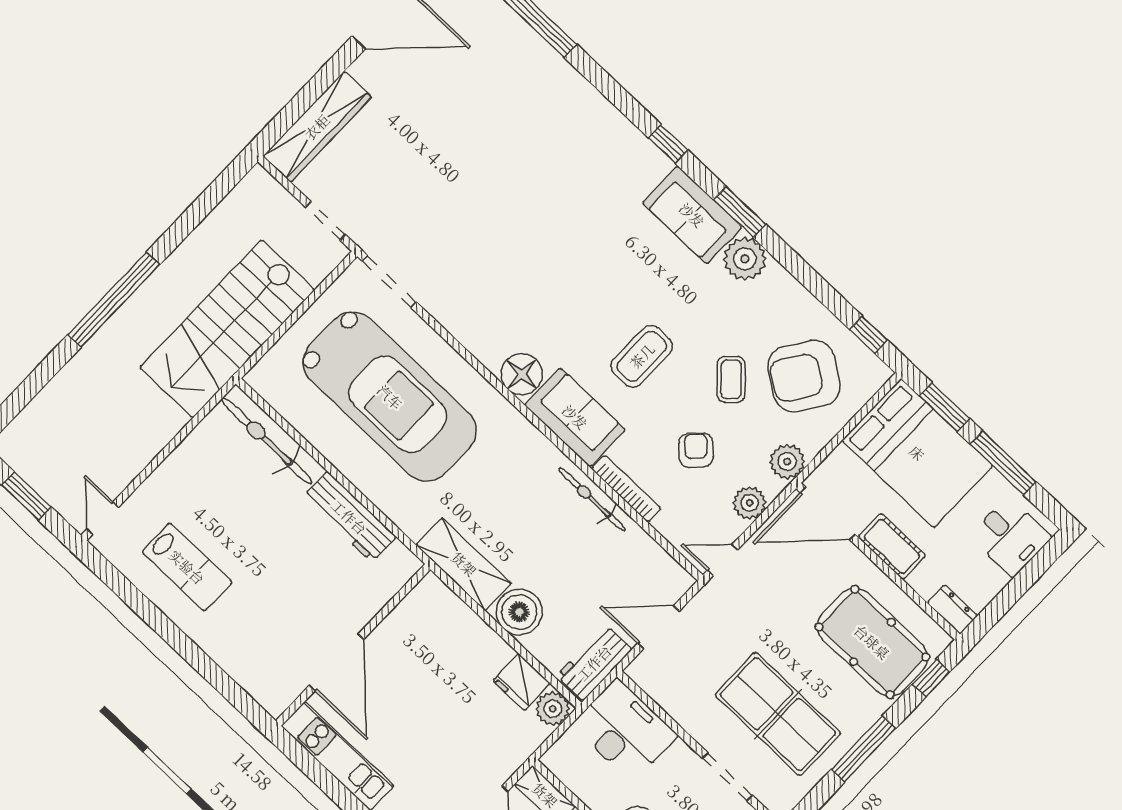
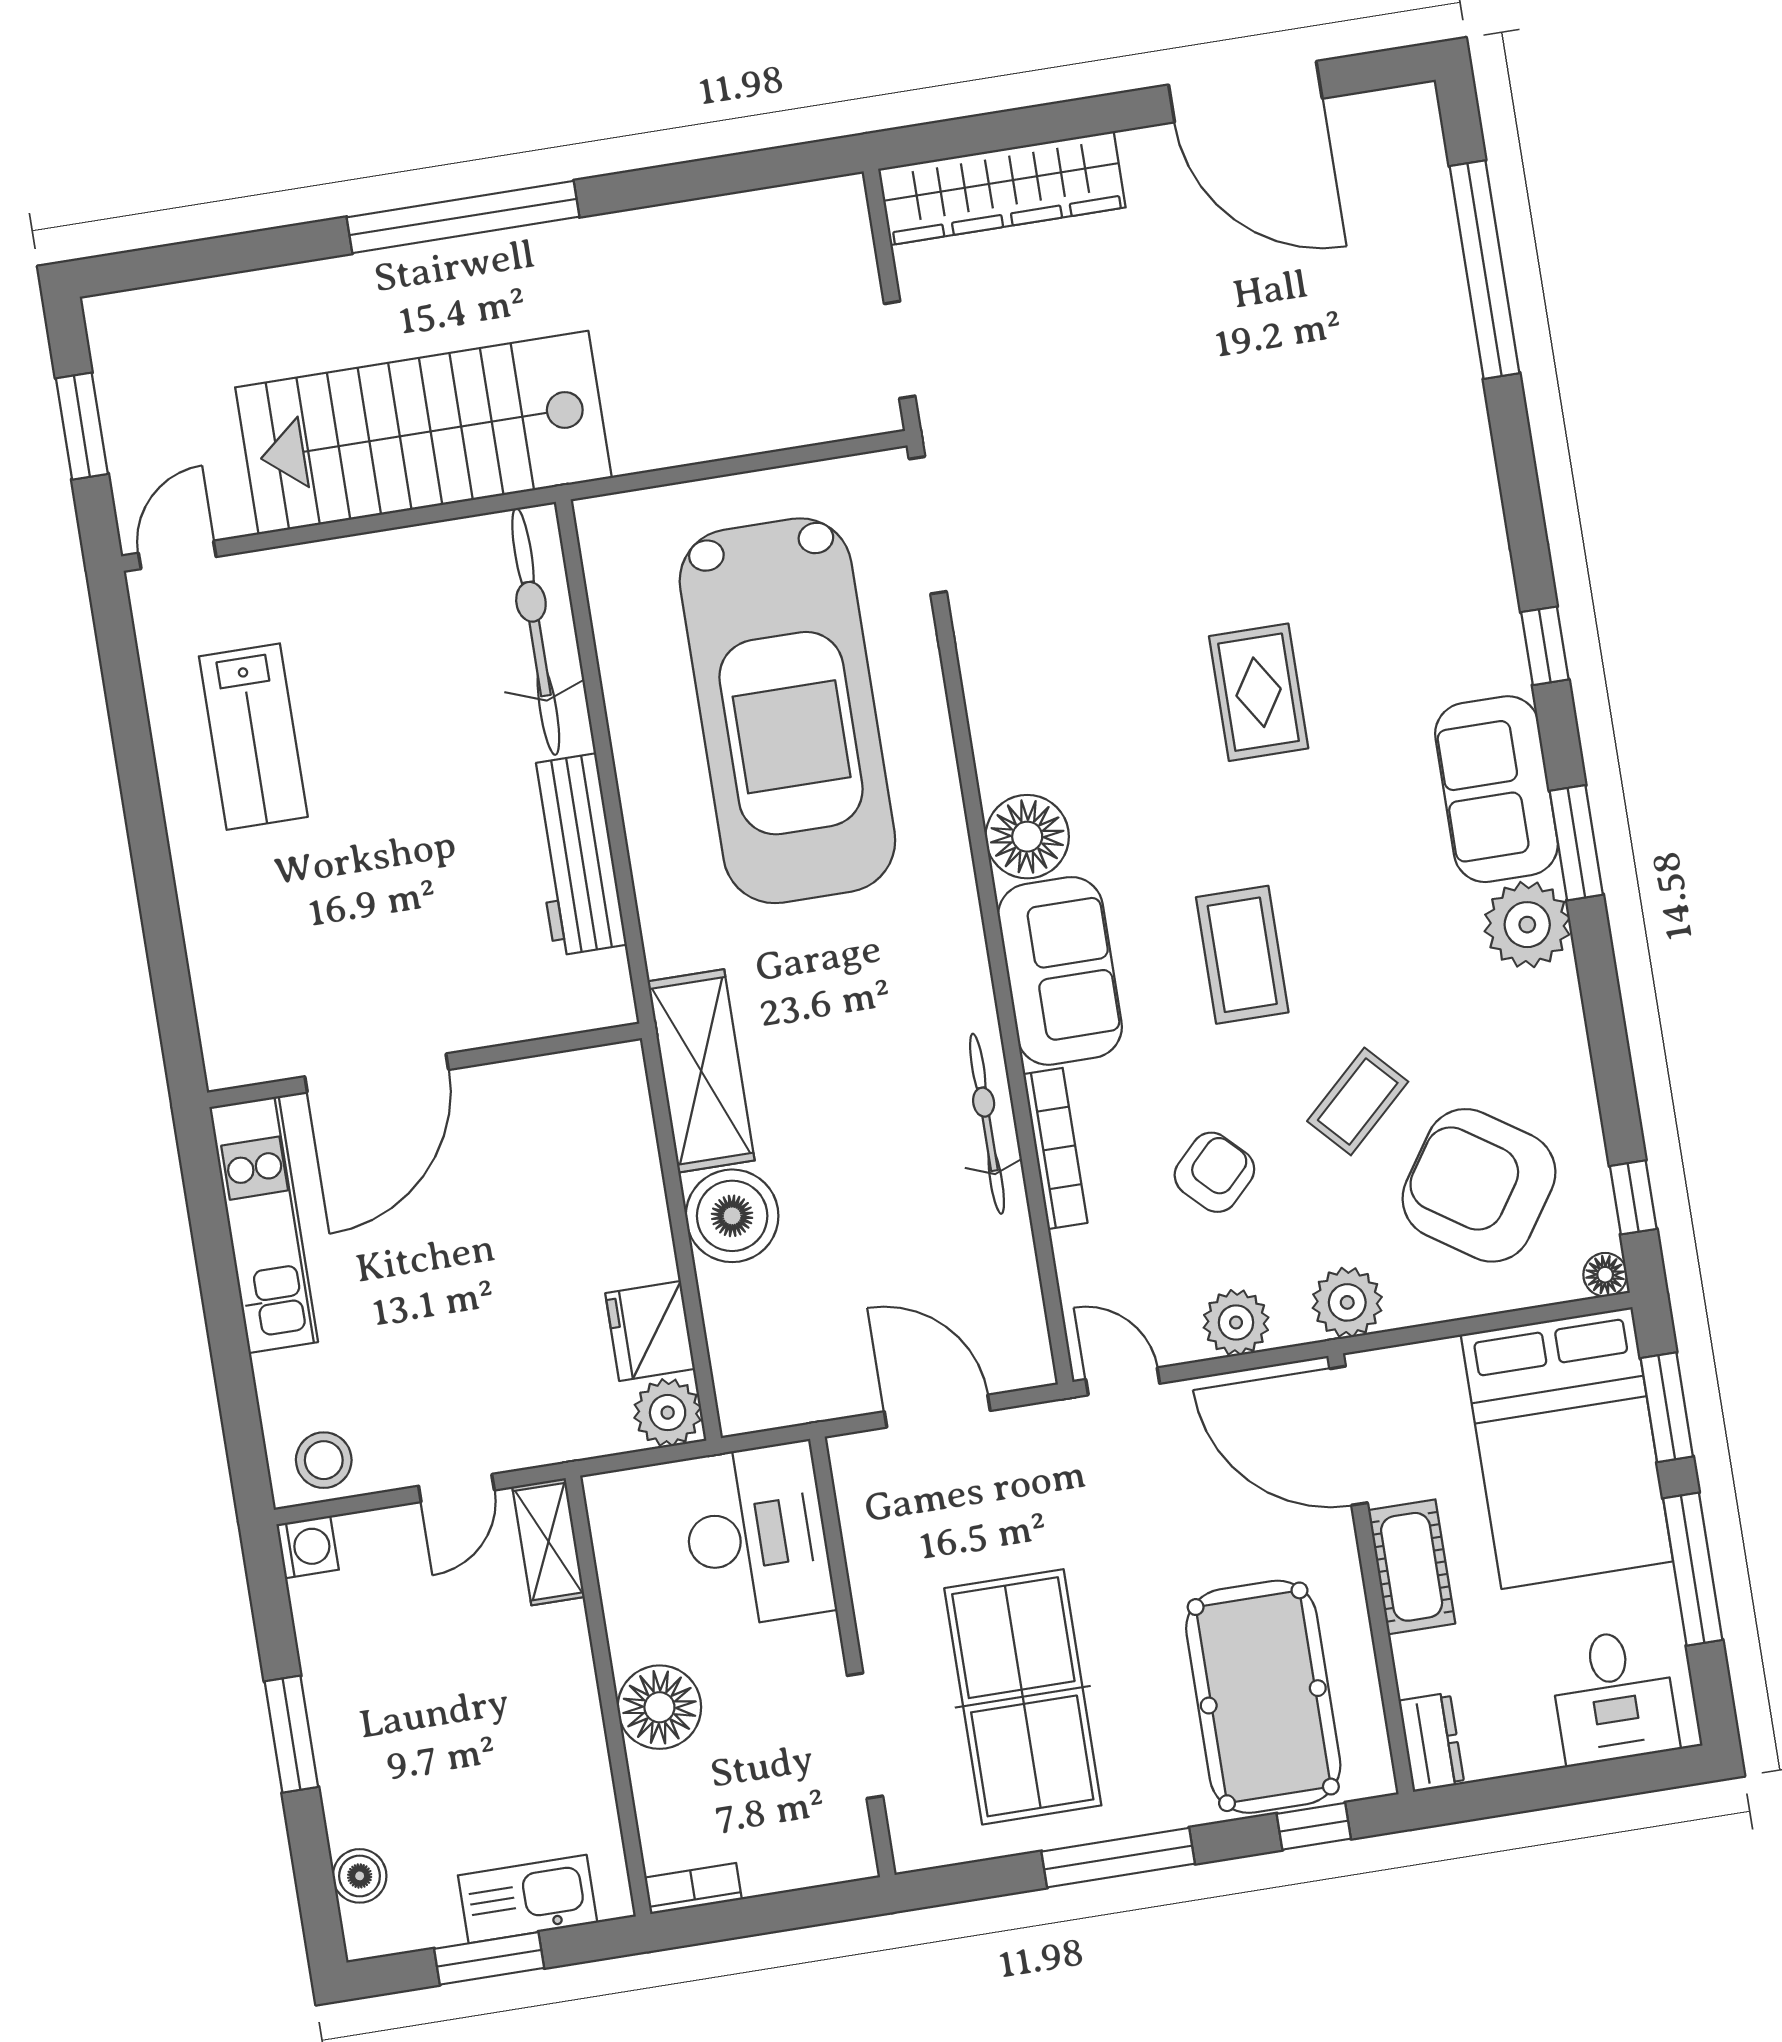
rug: (569, 248) -> (1259, 692), added
stairs: (227, 329) -> (423, 433), moved
coffee table: (642, 356) -> (1242, 955), turned 90
floor lamp: (881, 373) -> (1605, 1275), added
workbench: (594, 663) -> (791, 1389), removed

